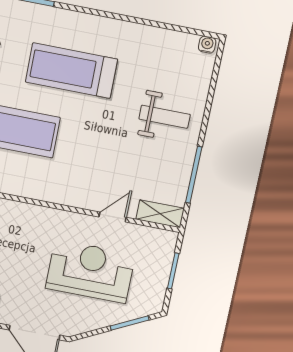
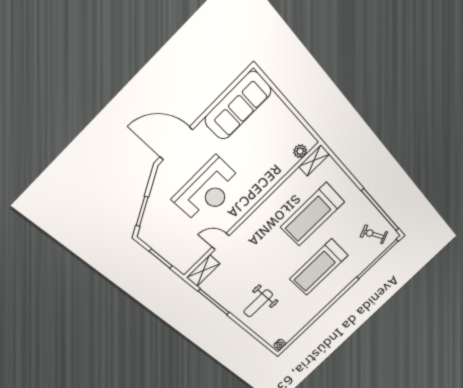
treadmill: (71, 71) -> (319, 267), turned 180
door: (113, 217) -> (221, 241), swing flipped
reception desk: (90, 271) -> (208, 190), moved

